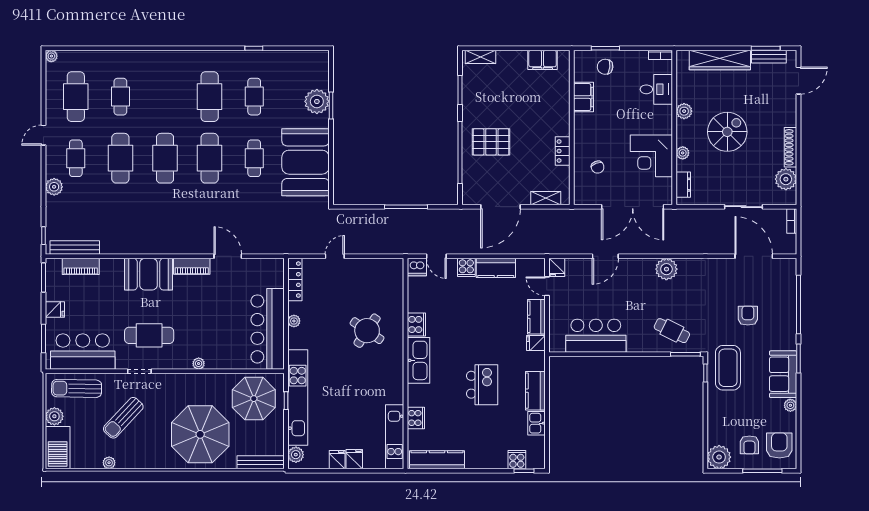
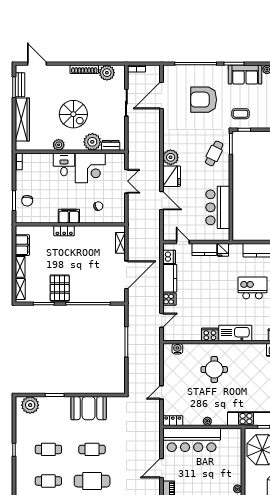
shelving: (512, 57) -> (20, 267), added
desk: (656, 89) -> (64, 164), moved
cafe table: (210, 97) -> (48, 481), width x0.73, depth x0.74
filing cabinet: (584, 97) -> (69, 216), moved
plant: (317, 101) -> (30, 405), moved
spiral stairs: (727, 132) -> (73, 114), turned 180
pallet: (491, 142) -> (60, 288), moved
locker: (563, 151) -> (64, 231), moved
plant: (683, 153) -> (92, 142), width x1.88, depth x1.88
booth: (306, 162) -> (89, 408), width x0.73, depth x0.70
door: (501, 207) -> (126, 275), hinge flipped
double door: (633, 207) -> (126, 181), width x0.54
door: (335, 256) -> (162, 392), hinge flipped
dishwasher: (417, 267) -> (169, 257), moved
fridge: (557, 267) -> (172, 176), moved, width x1.88, depth x1.34
water cooler: (396, 279) -> (177, 349), added
locker: (295, 280) -> (173, 421), width x0.66
door: (547, 286) -> (183, 242), swing flipped
armchair: (748, 316) -> (204, 100), width x1.88, depth x1.88
bar counter: (268, 329) -> (192, 440), moved
round table: (367, 331) -> (214, 369), turned -34
coffee table: (728, 368) -> (241, 114), width x0.54, depth x0.58

